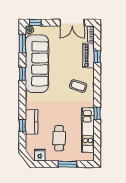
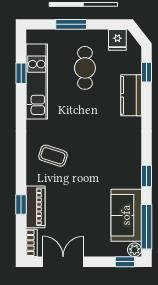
window: (22, 44) -> (147, 227), width x1.44
sofa: (37, 64) -> (126, 215), width x0.54, depth x0.79
window: (97, 113) -> (21, 73), moved
window: (22, 125) -> (147, 72), moved

